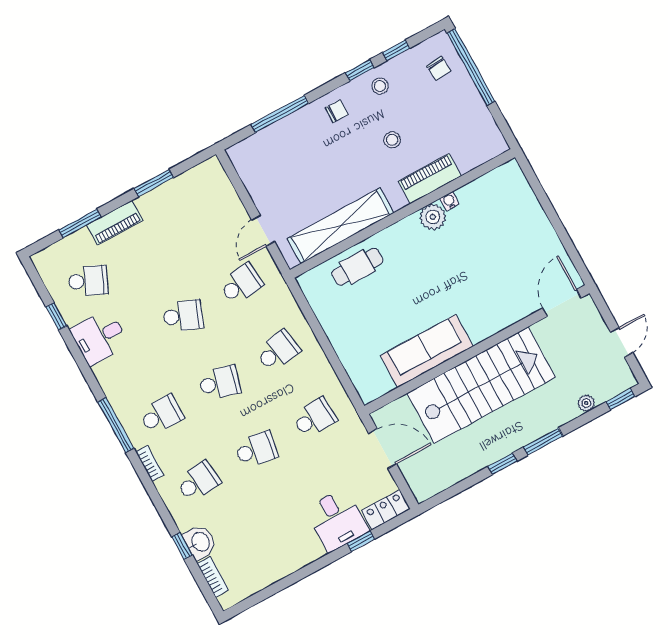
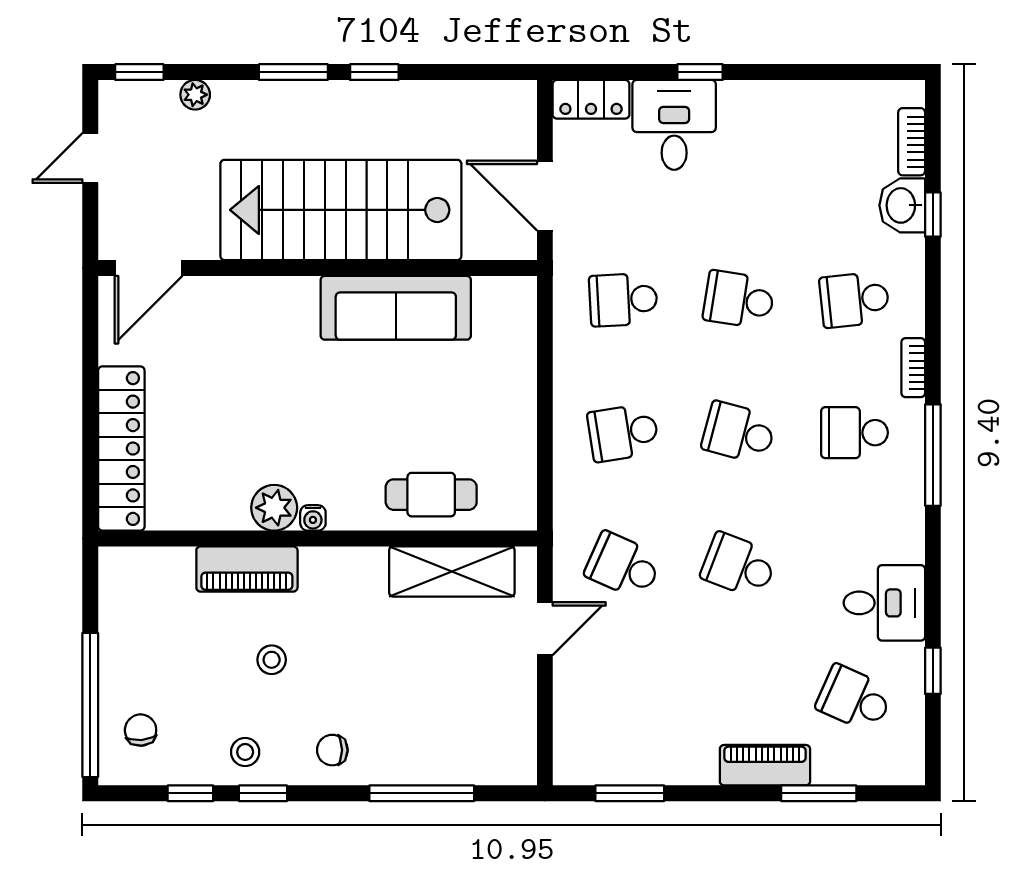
window: (154, 183) -> (630, 793), moved
water cooler: (449, 201) -> (313, 518), moved
locker: (526, 205) -> (121, 449), added
shelving: (341, 226) -> (452, 571), width x0.68
school desk: (241, 284) -> (623, 566), turned 30
window: (361, 541) -> (700, 72), moved

